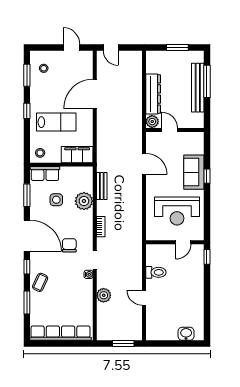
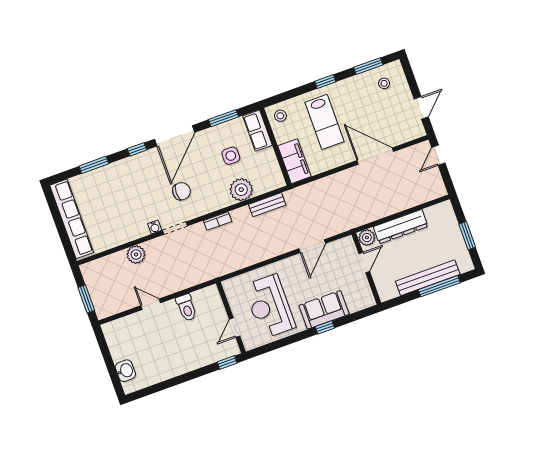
door: (183, 242) -> (235, 328), hinge flipped
coffee table: (40, 282) -> (124, 172), removed
door: (144, 298) -> (151, 304), hinge flipped

